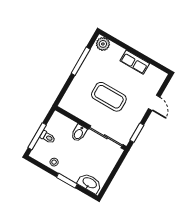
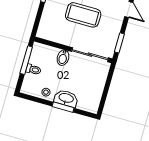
window: (37, 136) -> (26, 60), moved
washbasin: (90, 183) -> (66, 98), moved

